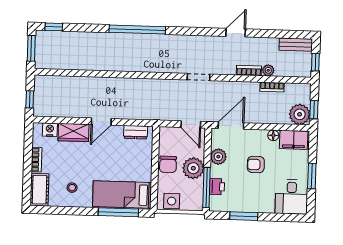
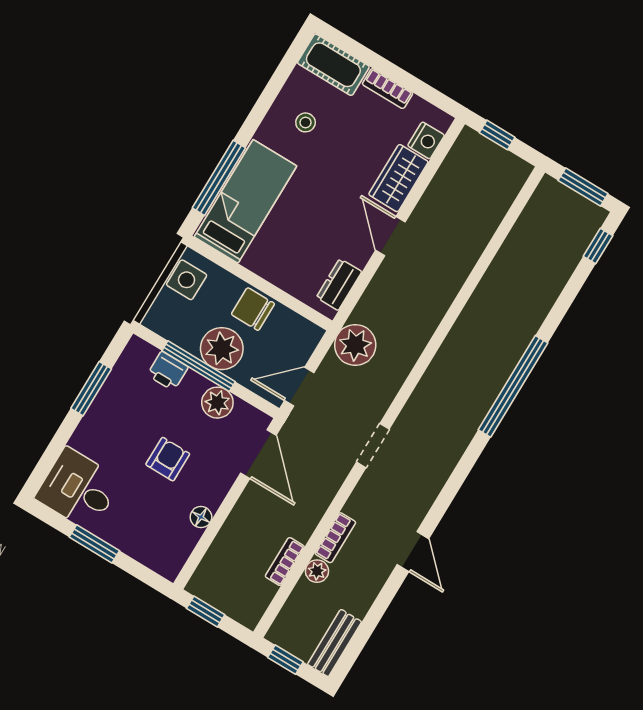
plant: (300, 114) -> (355, 345), moved
filing cabinet: (294, 140) -> (174, 548), removed
window: (206, 187) -> (199, 366), moved

